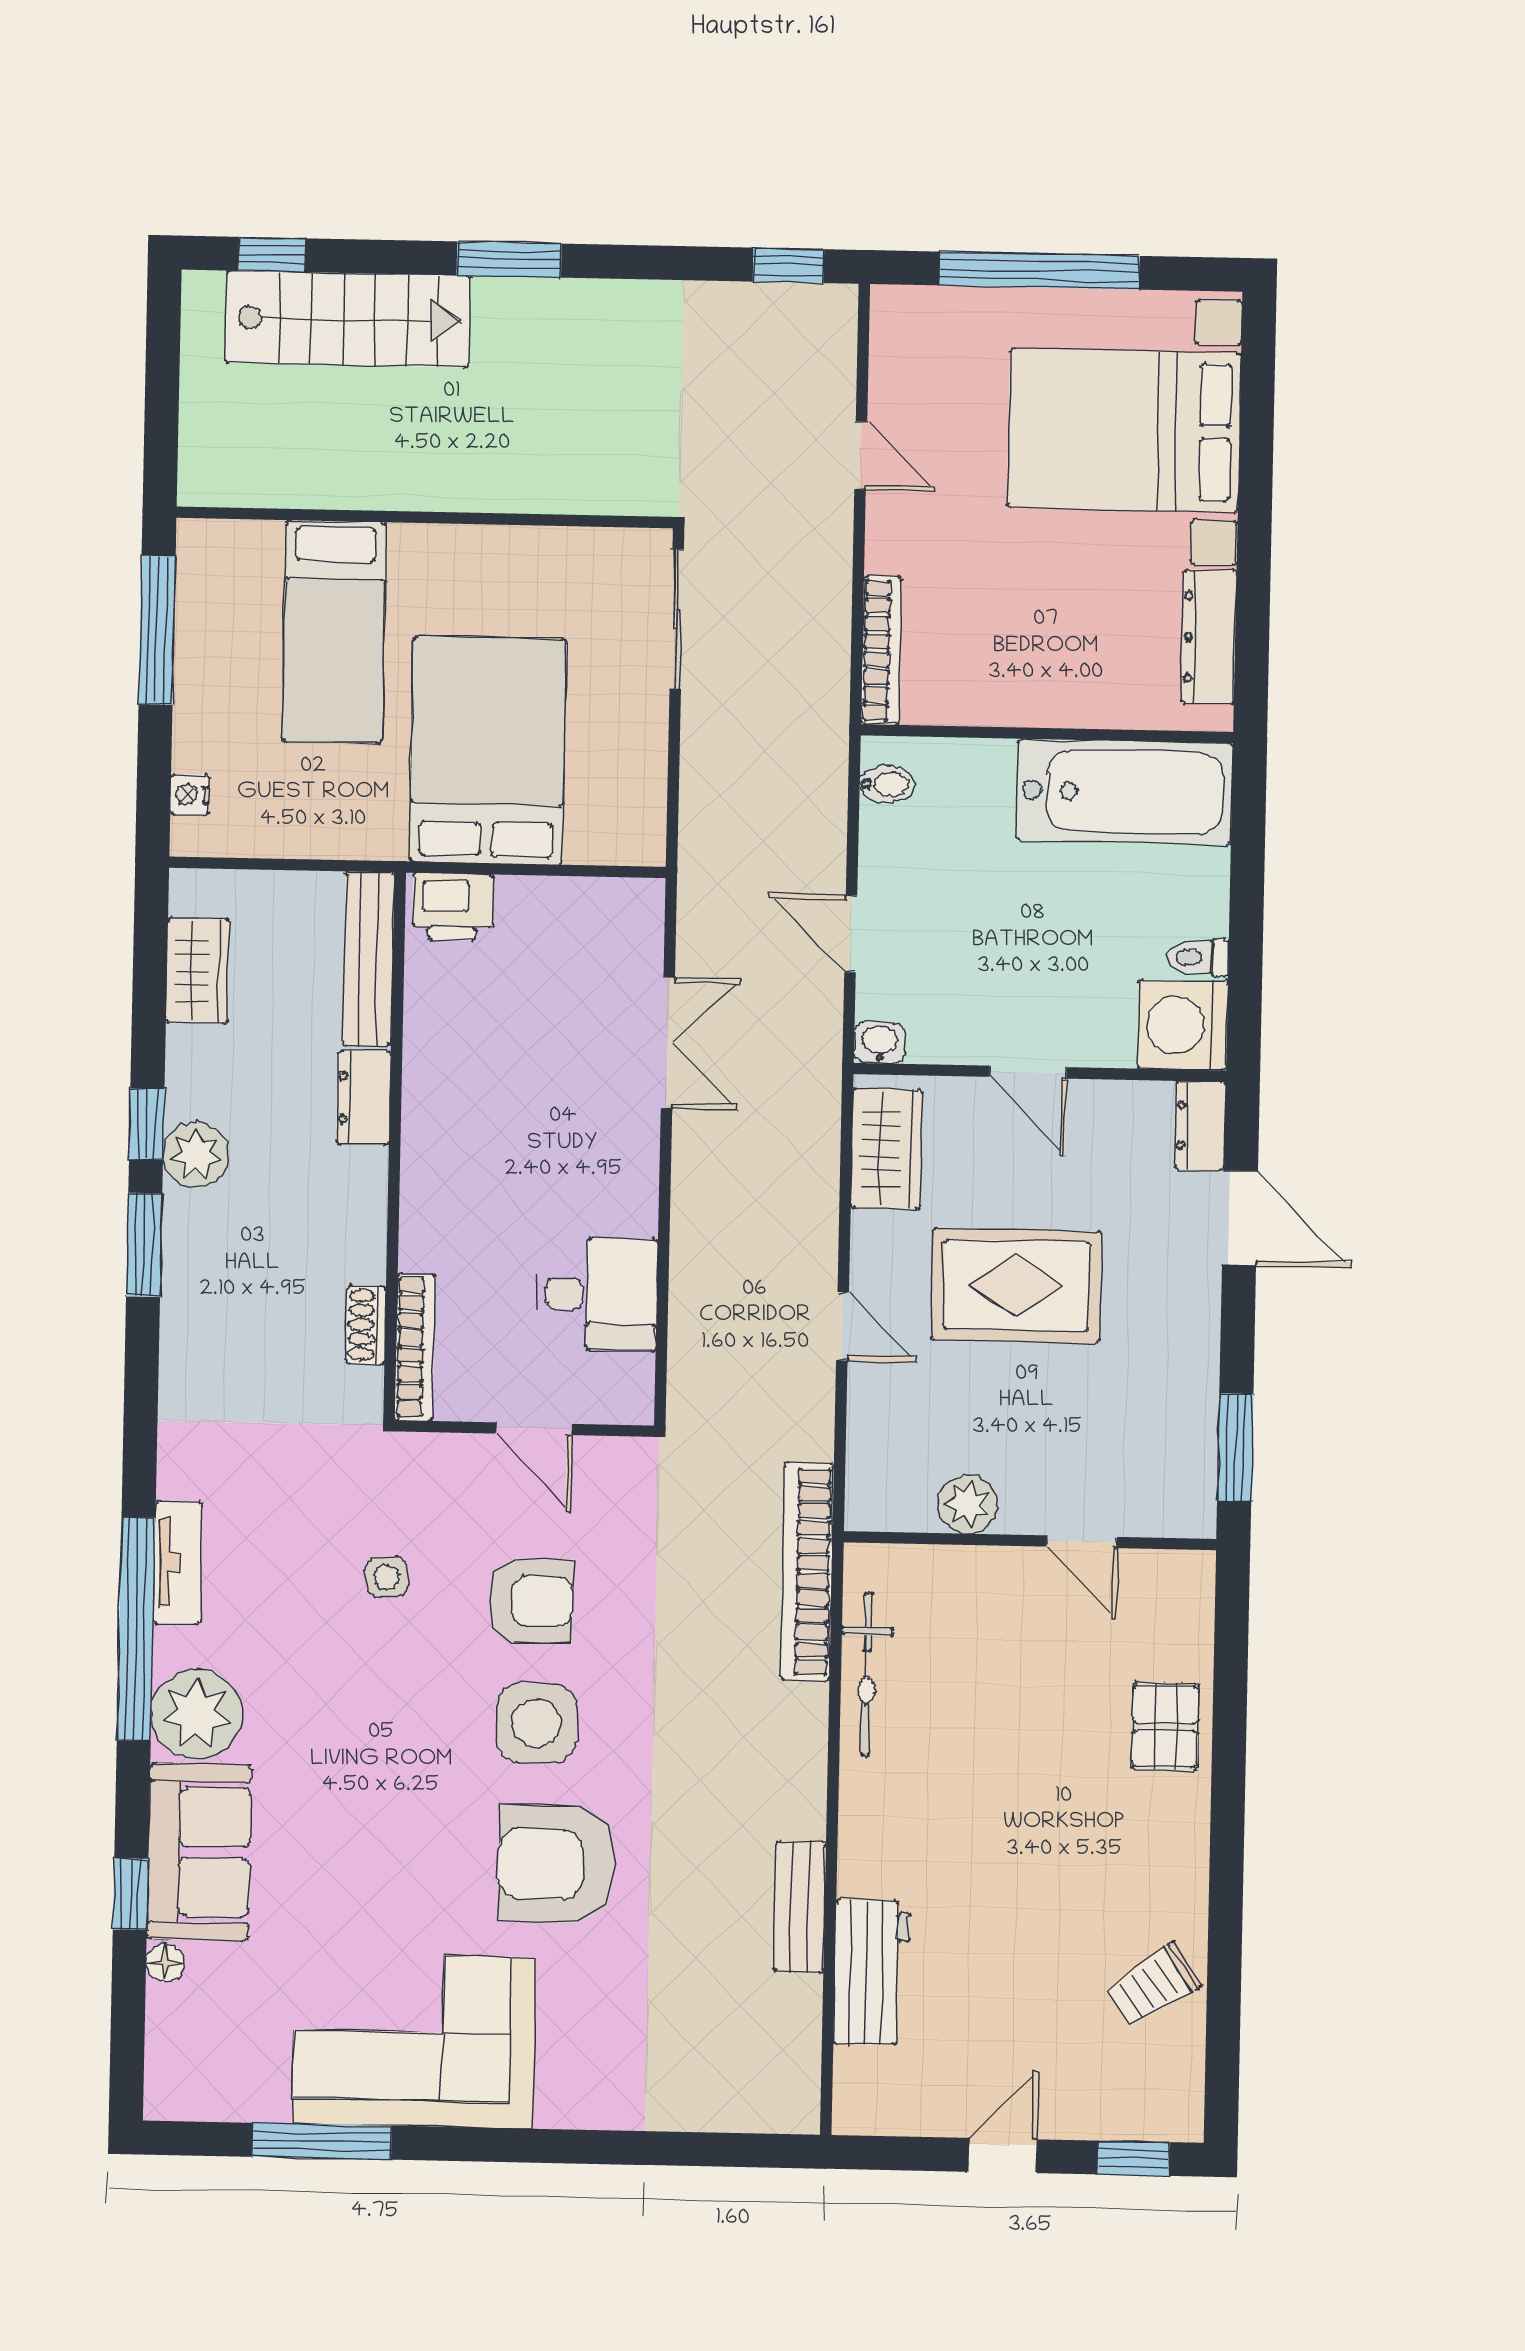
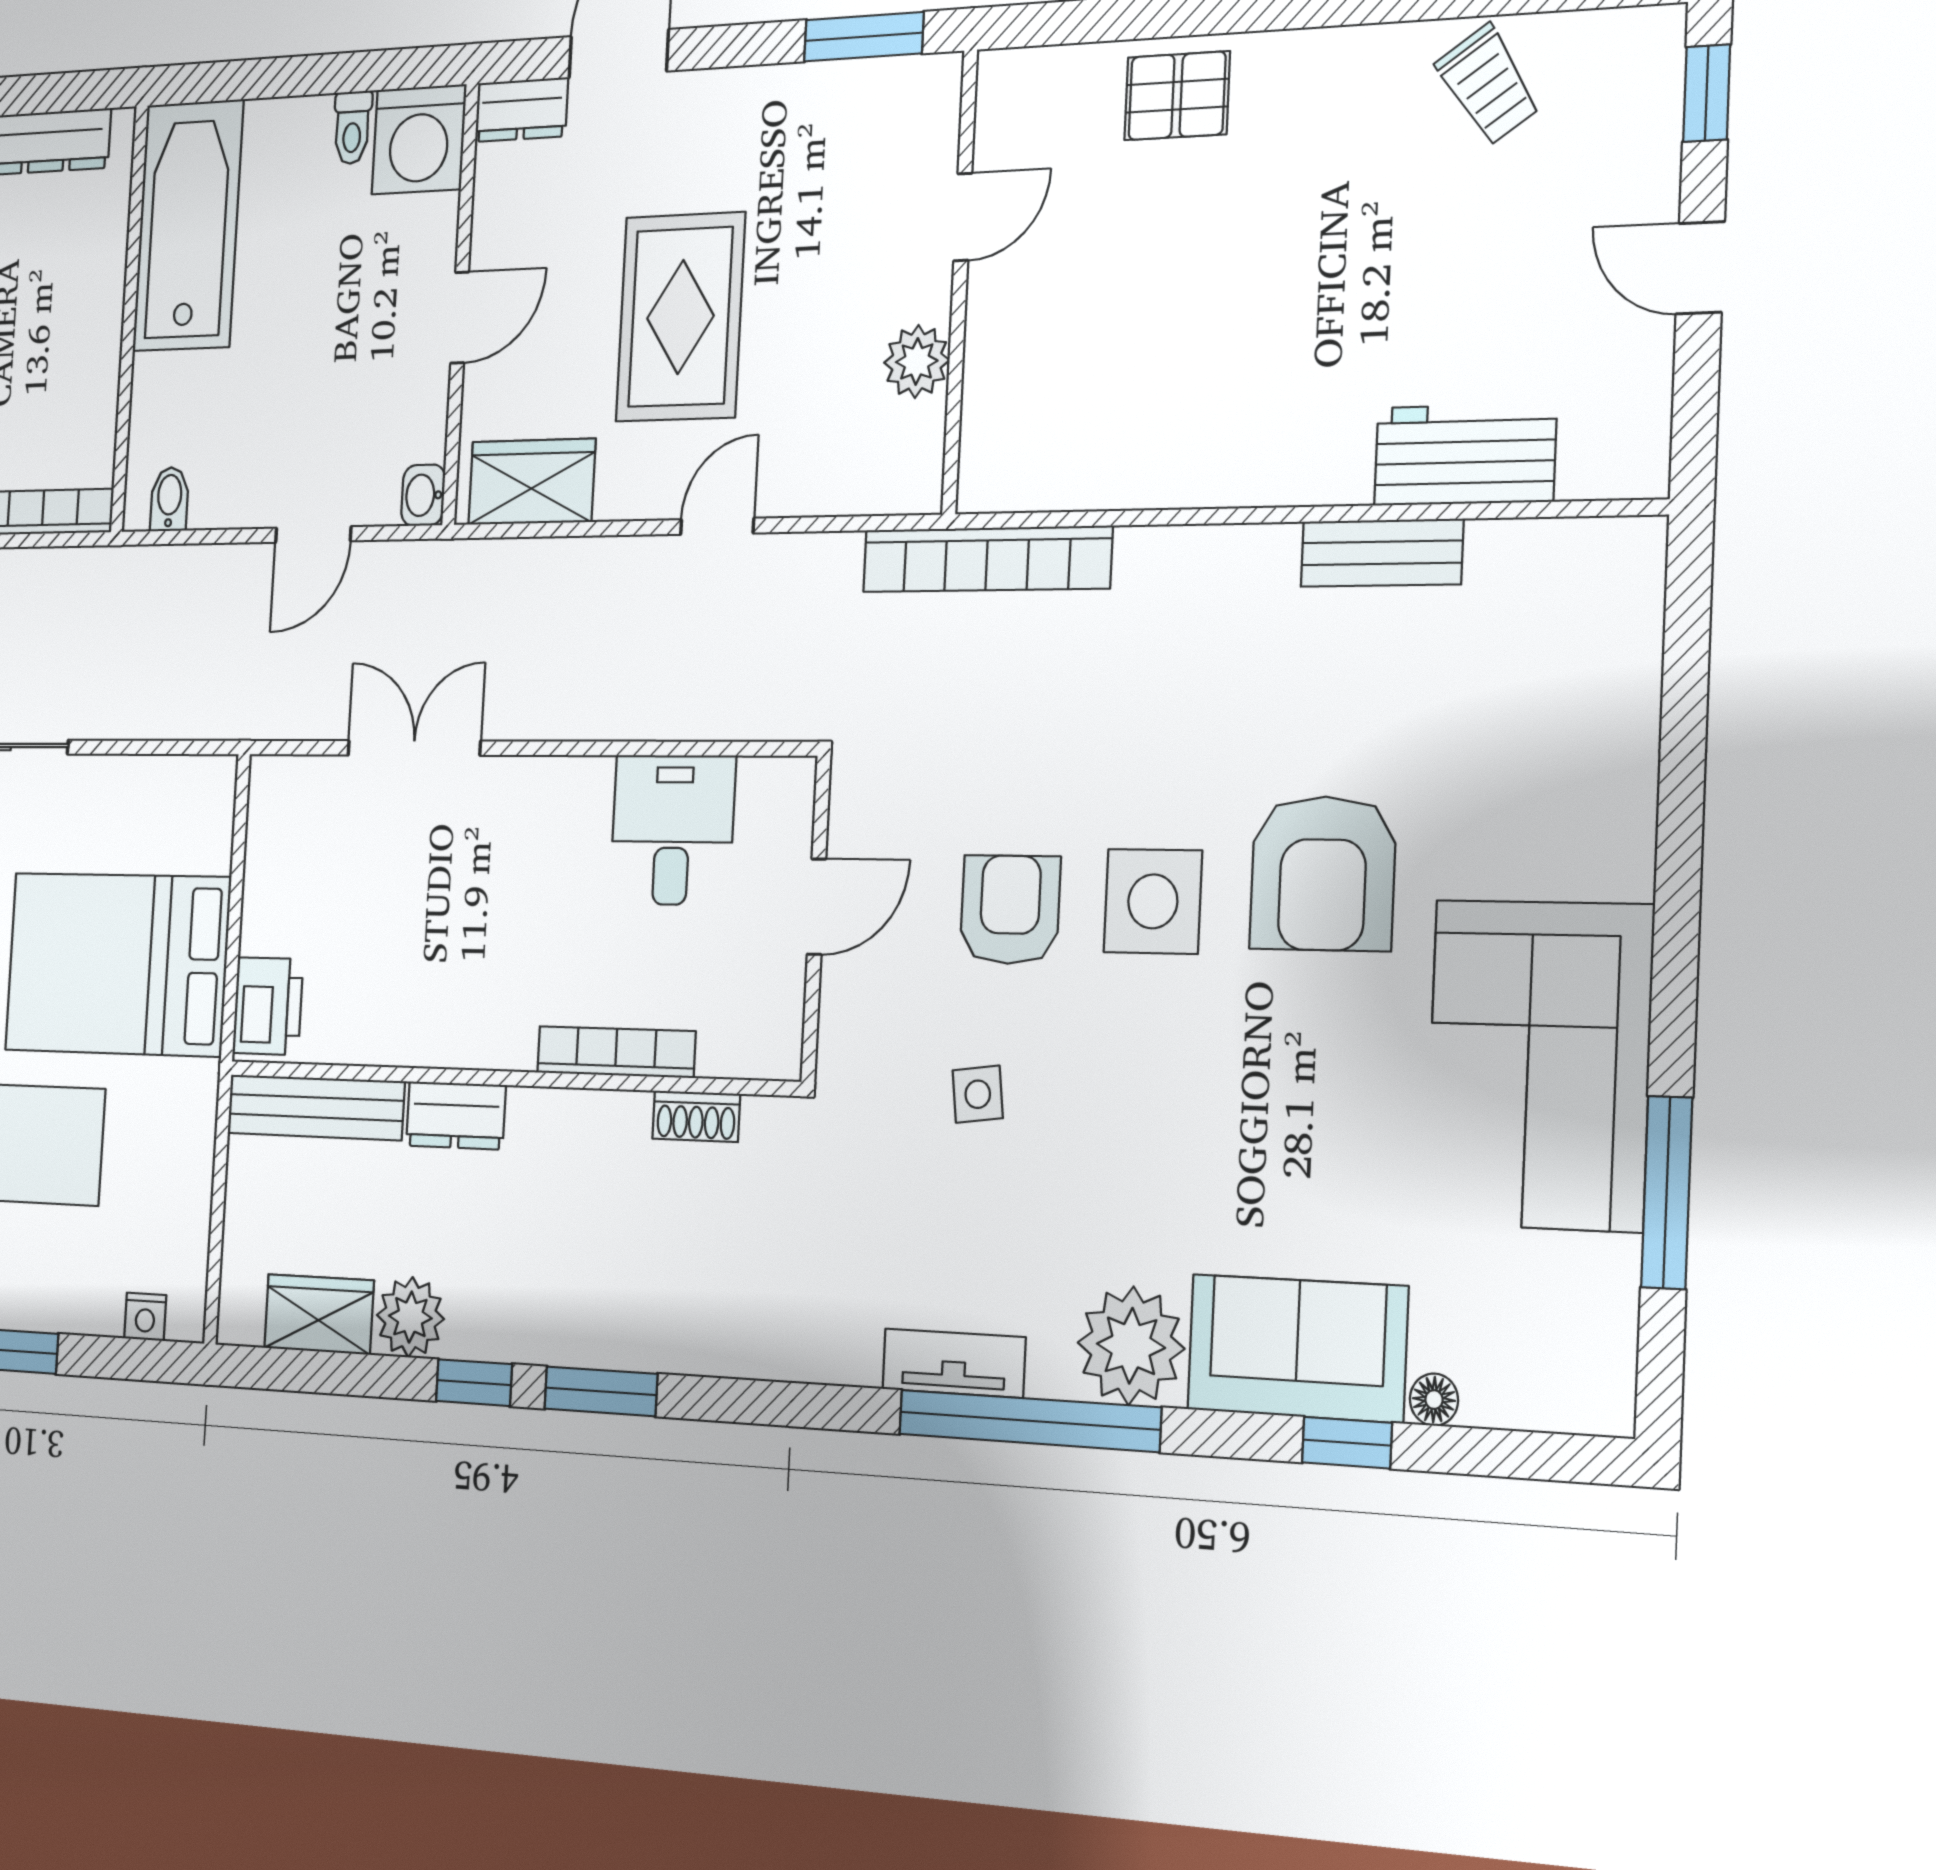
plant: (196, 1155) -> (410, 1317), moved
bookcase: (415, 1347) -> (616, 1052), moved
bicycle: (867, 1674) -> (1106, 478), removed

